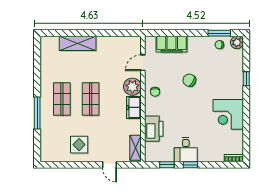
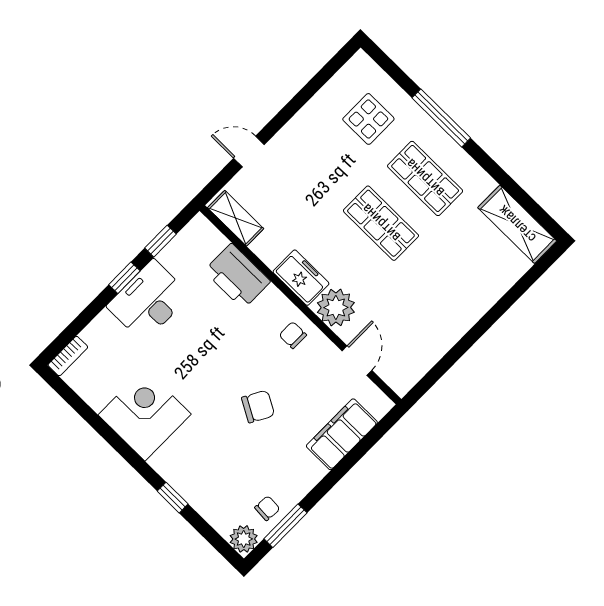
shelving: (78, 43) -> (517, 224), moved, turned 90
display table: (79, 145) -> (368, 119), moved
desk: (186, 150) -> (149, 301), width x1.37

